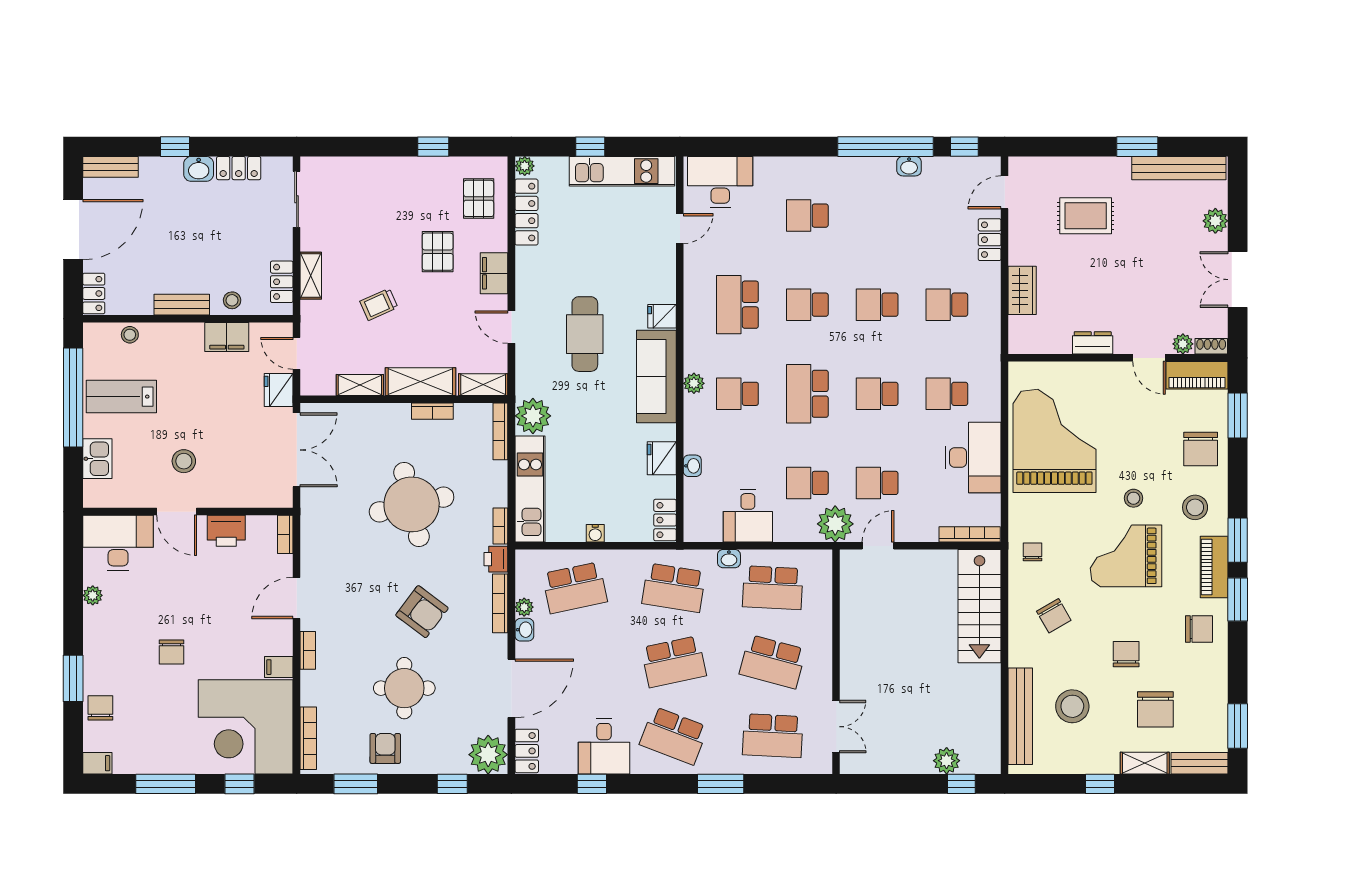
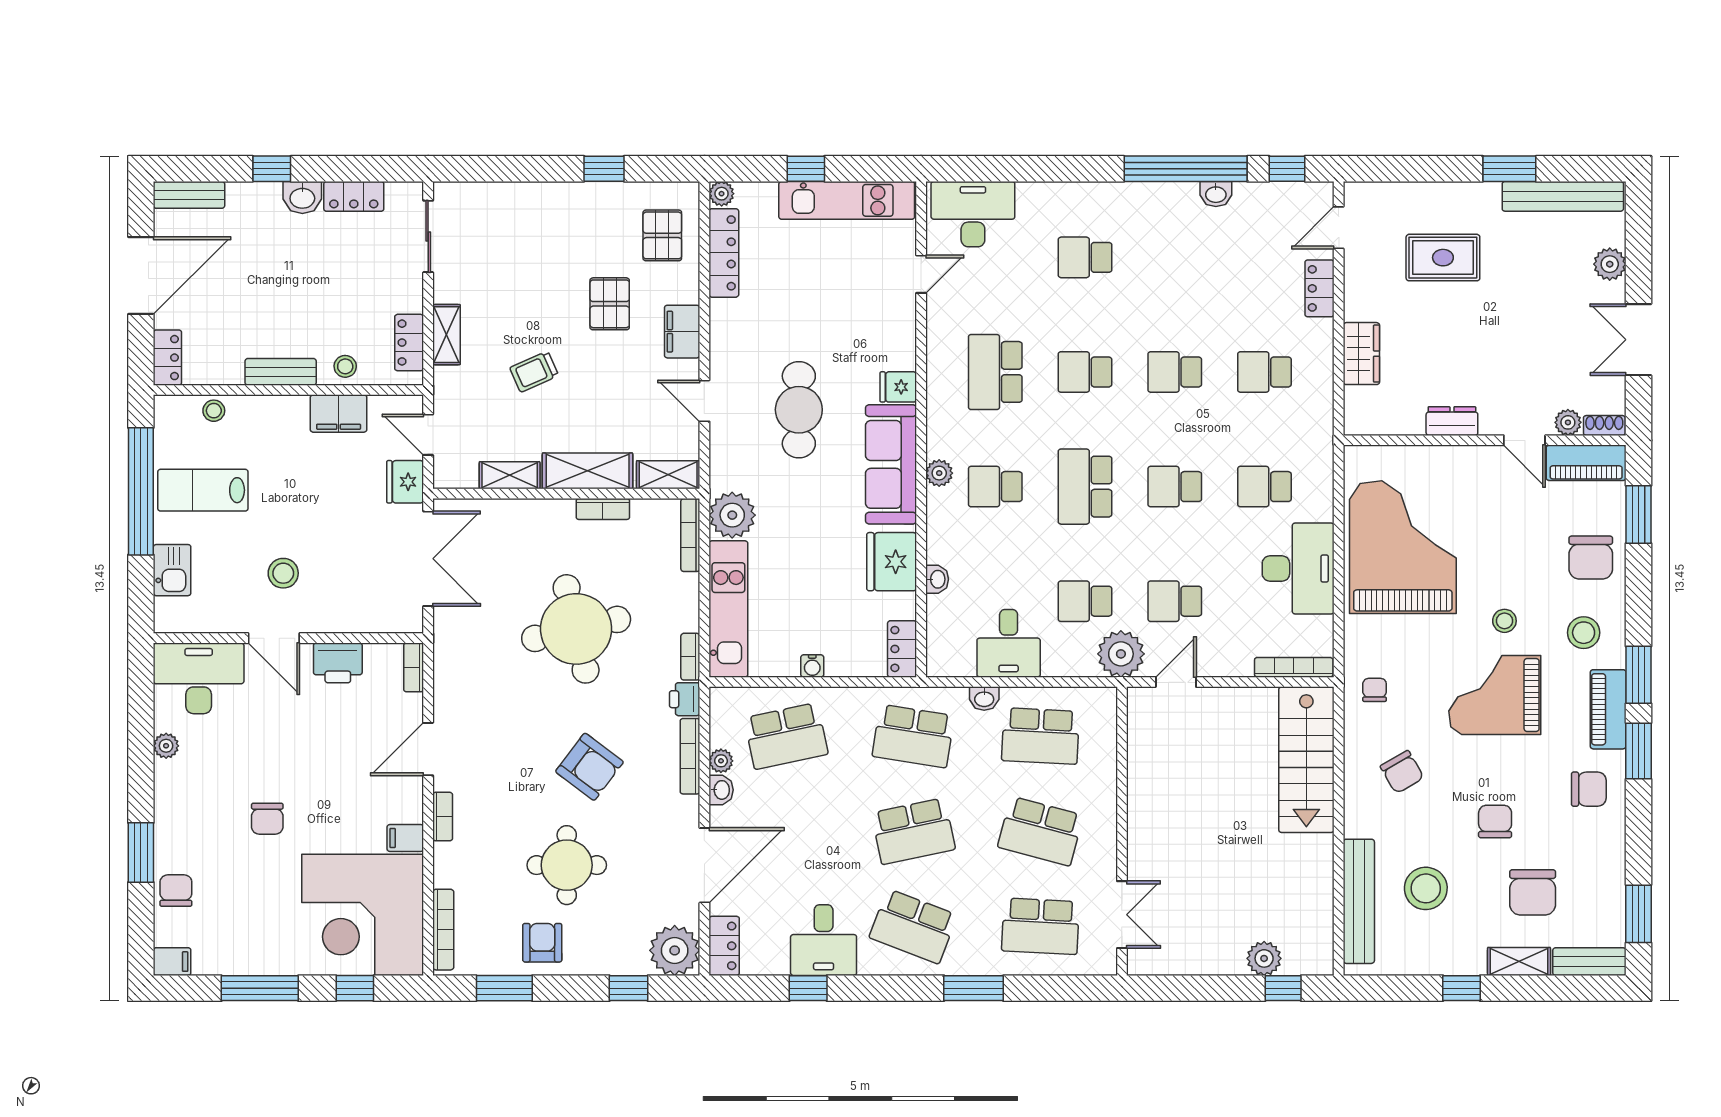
fridge: (662, 458) -> (892, 562), width x1.36, depth x1.34

